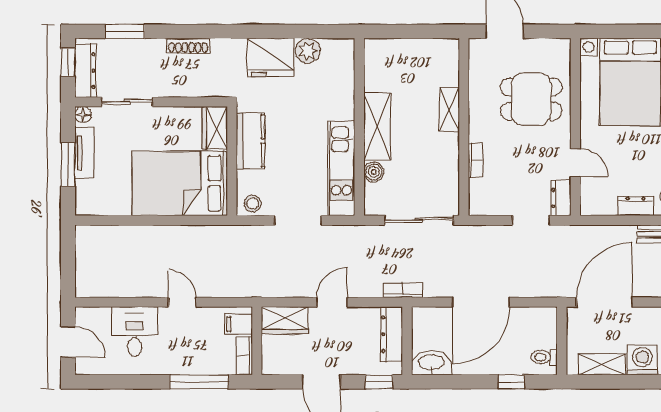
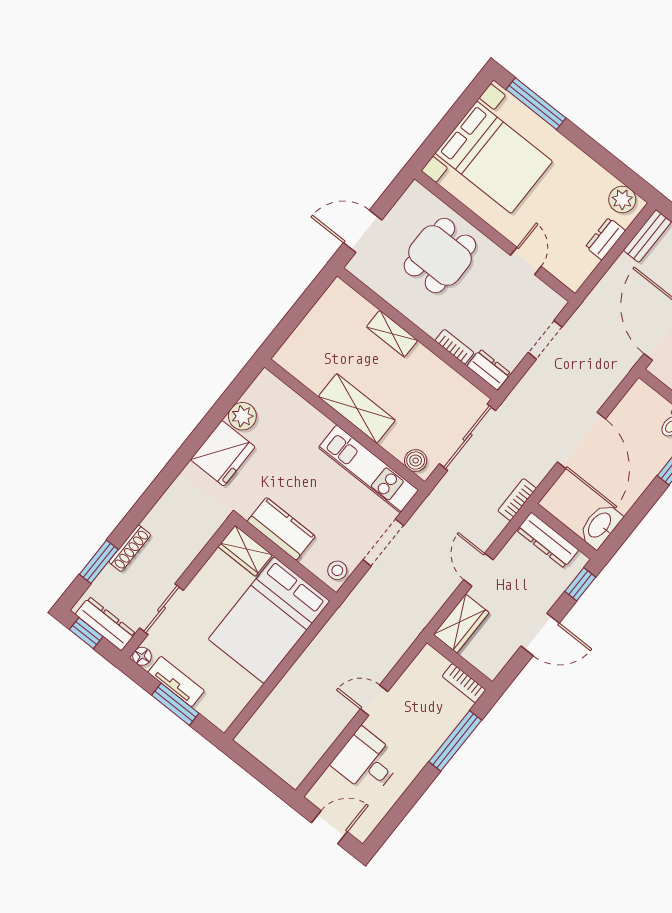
shoe rack: (188, 46) -> (130, 548), moved
door: (575, 163) -> (526, 261), hinge flipped
boiler: (374, 172) -> (416, 460), moved
dresser: (561, 198) -> (489, 370), moved, turned 180
filing cabinet: (239, 324) -> (432, 666), removed

